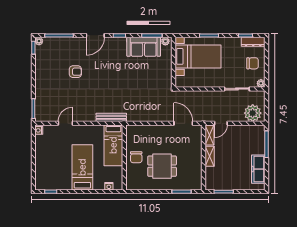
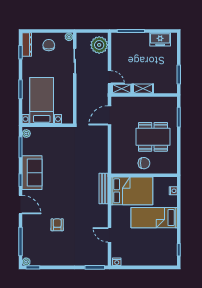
sofa: (144, 47) -> (32, 173), moved
bed: (113, 145) -> (132, 191), width x1.50
dining table: (162, 166) -> (153, 137), width x1.37
freezer: (258, 169) -> (160, 39), width x0.71

